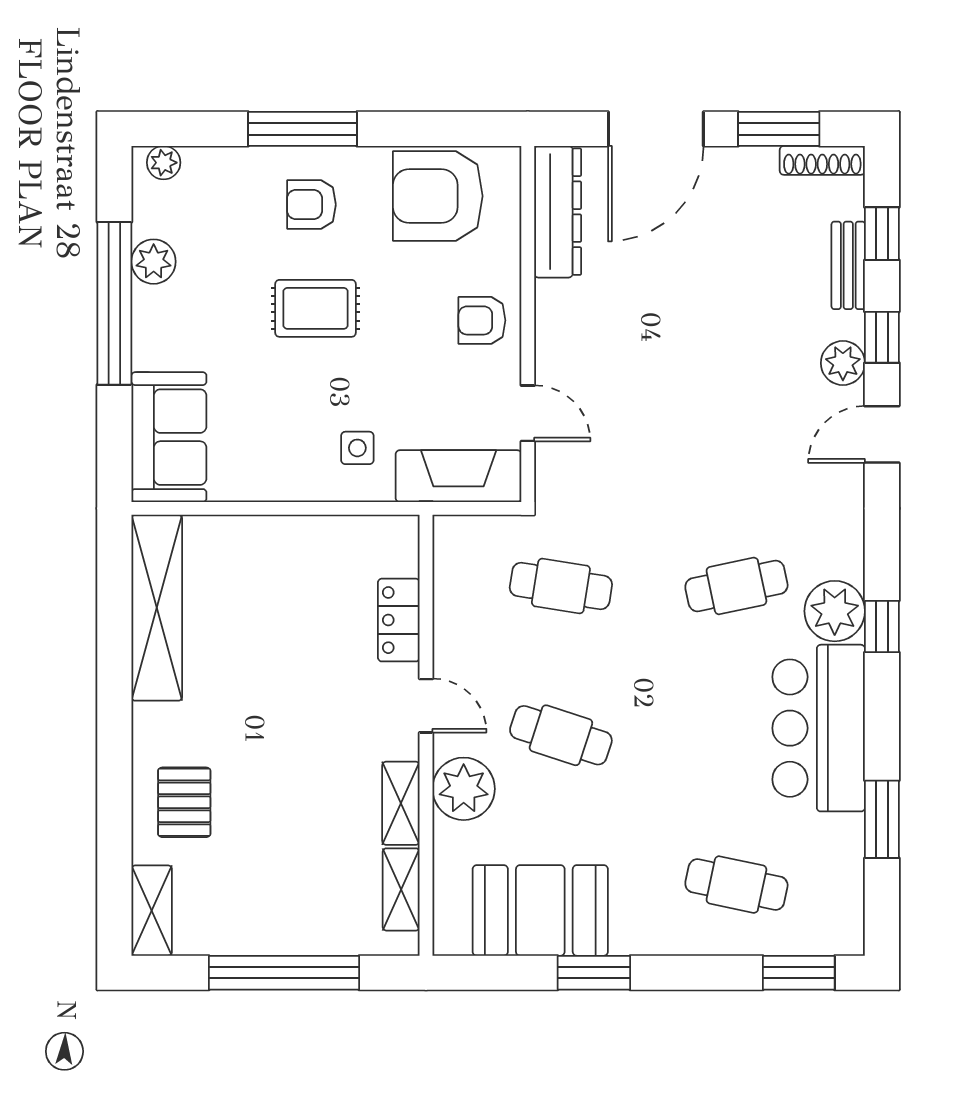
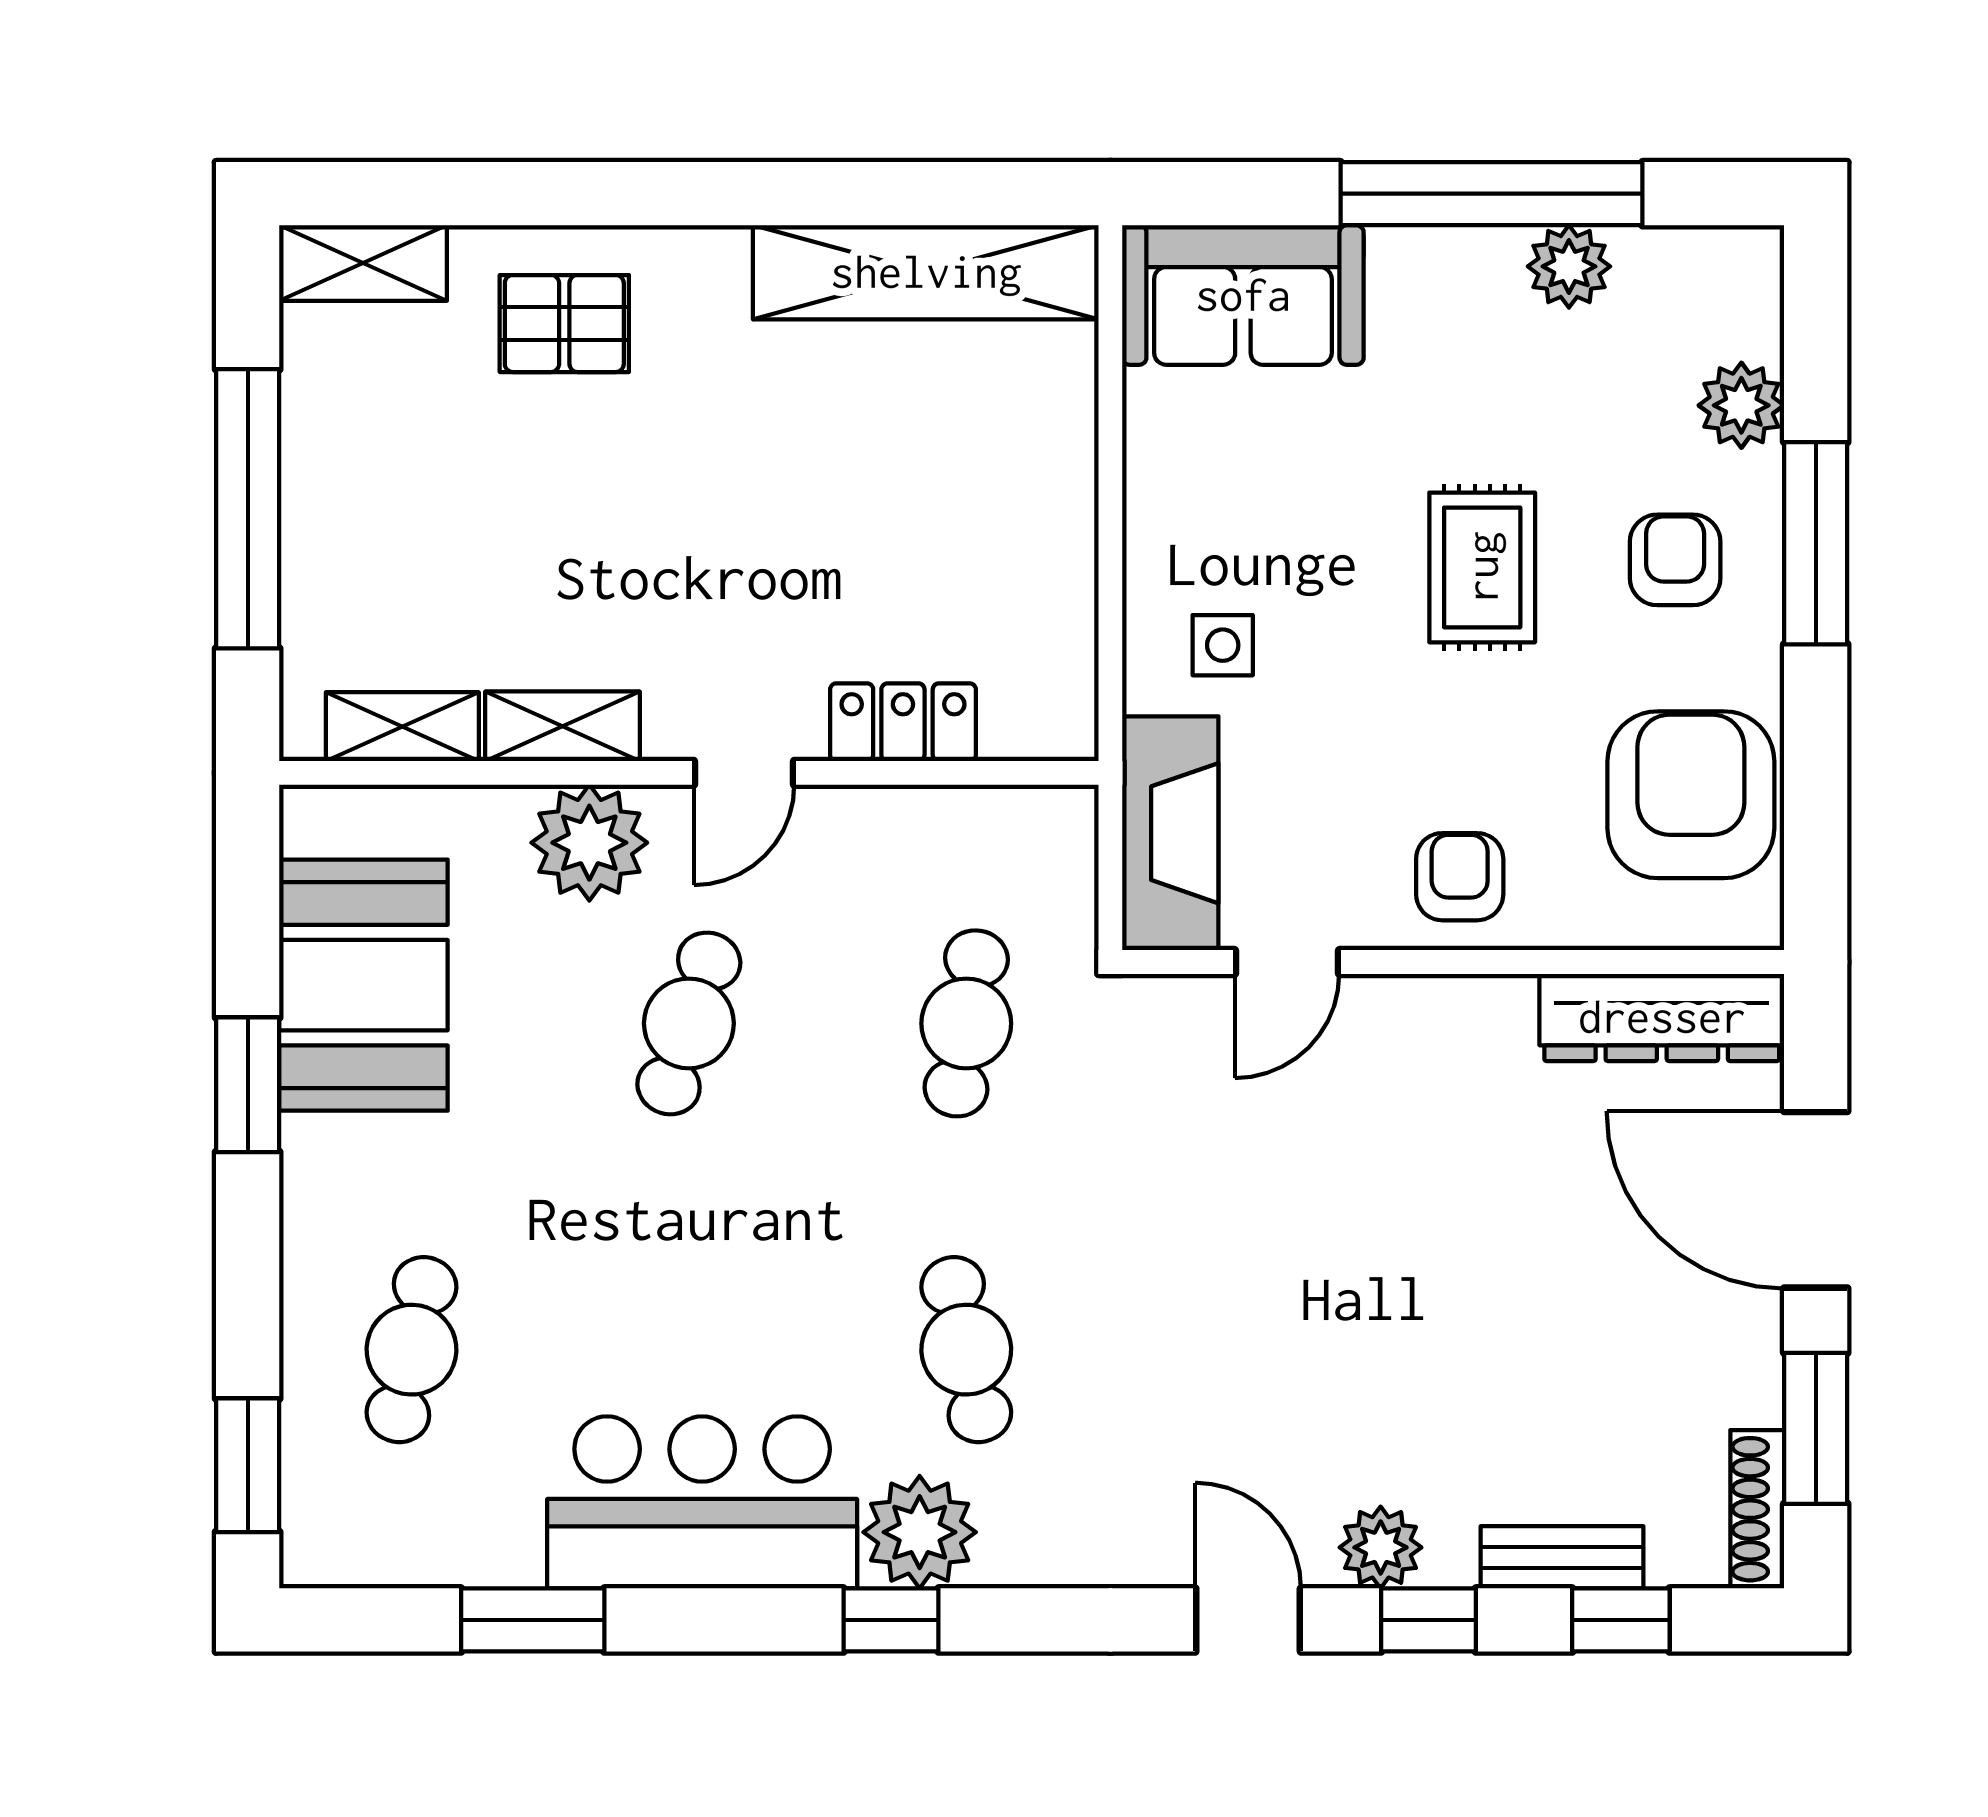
plant: (164, 163) -> (1741, 405), moved, width x1.38, depth x1.38

